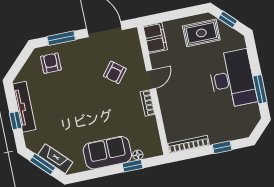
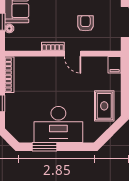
window: (228, 20) -> (111, 131), removed
filing cabinet: (155, 38) -> (115, 65), width x0.50
armchair: (115, 72) -> (85, 23), turned 52

